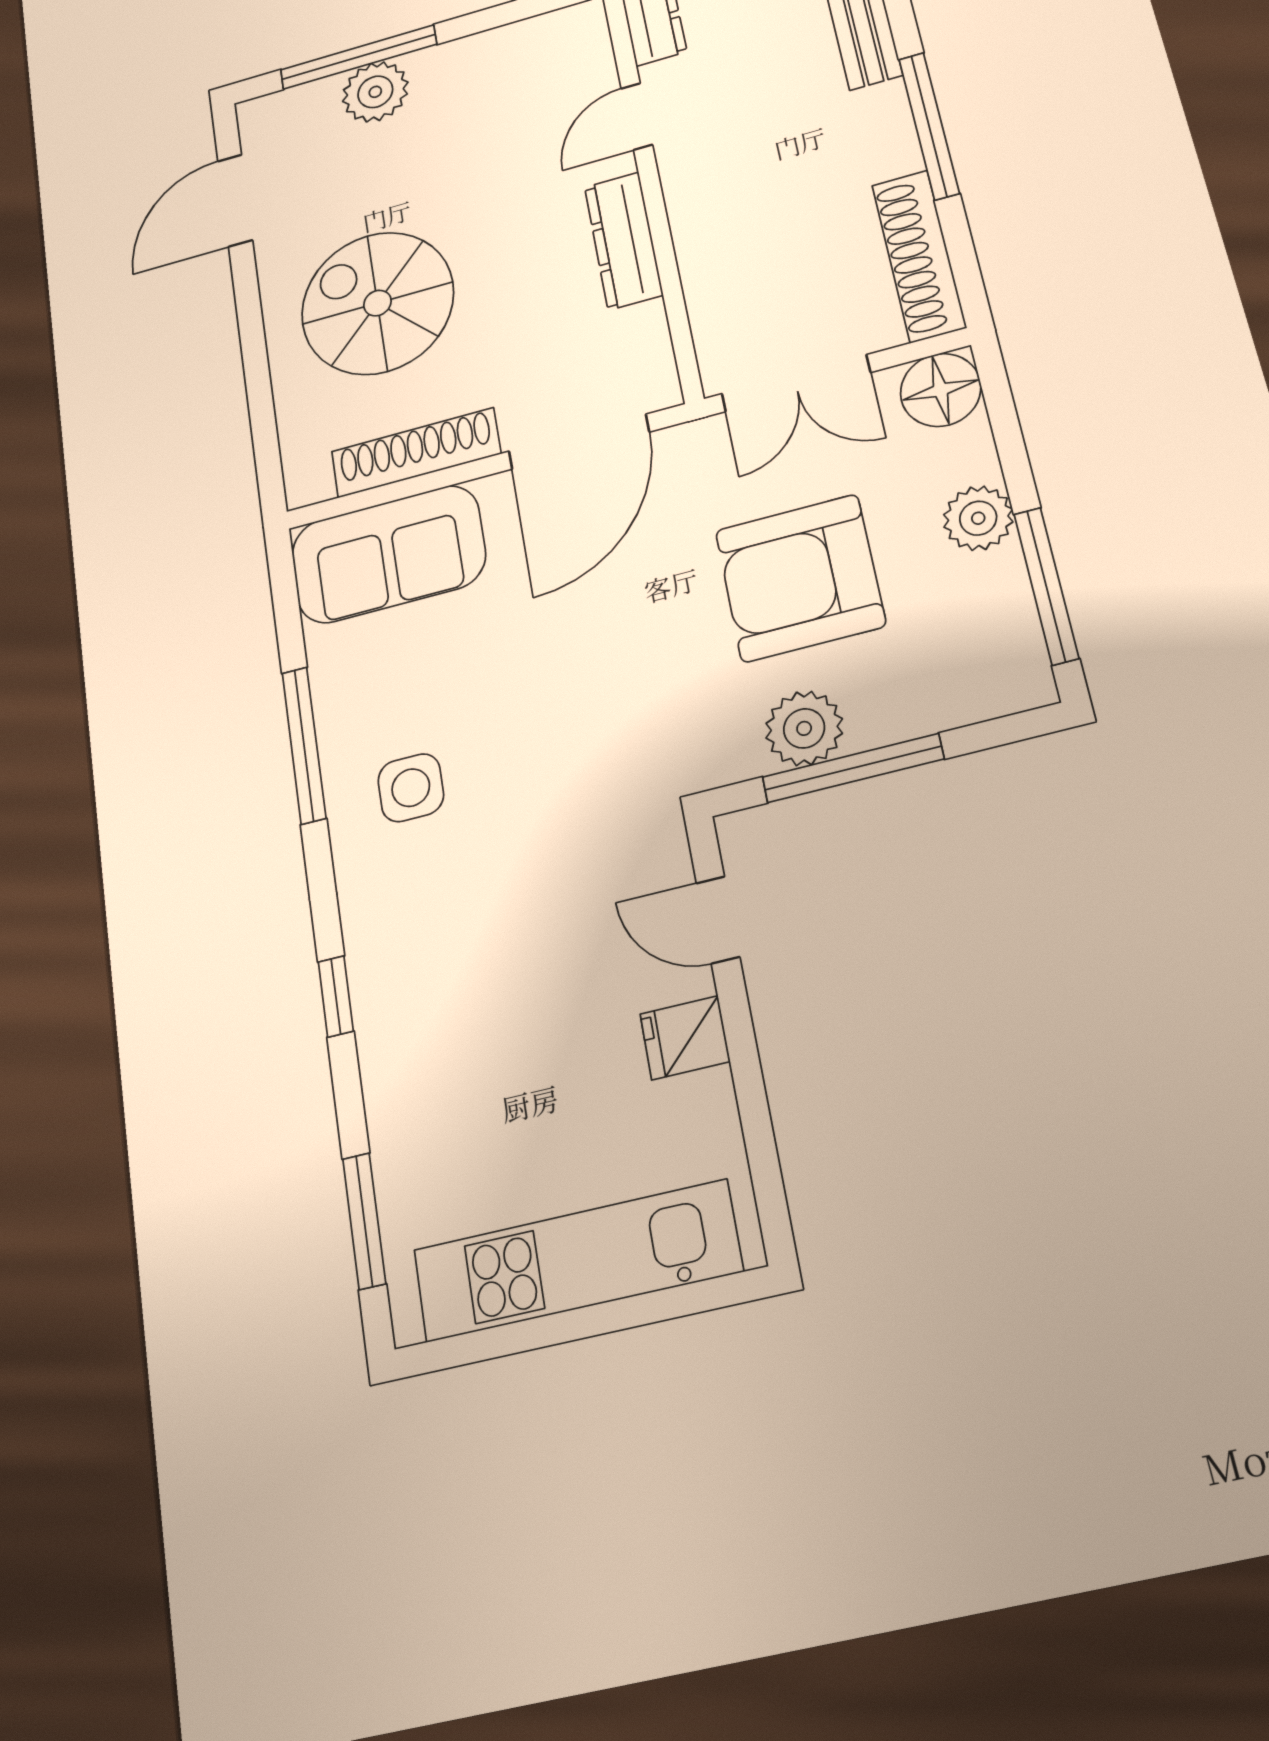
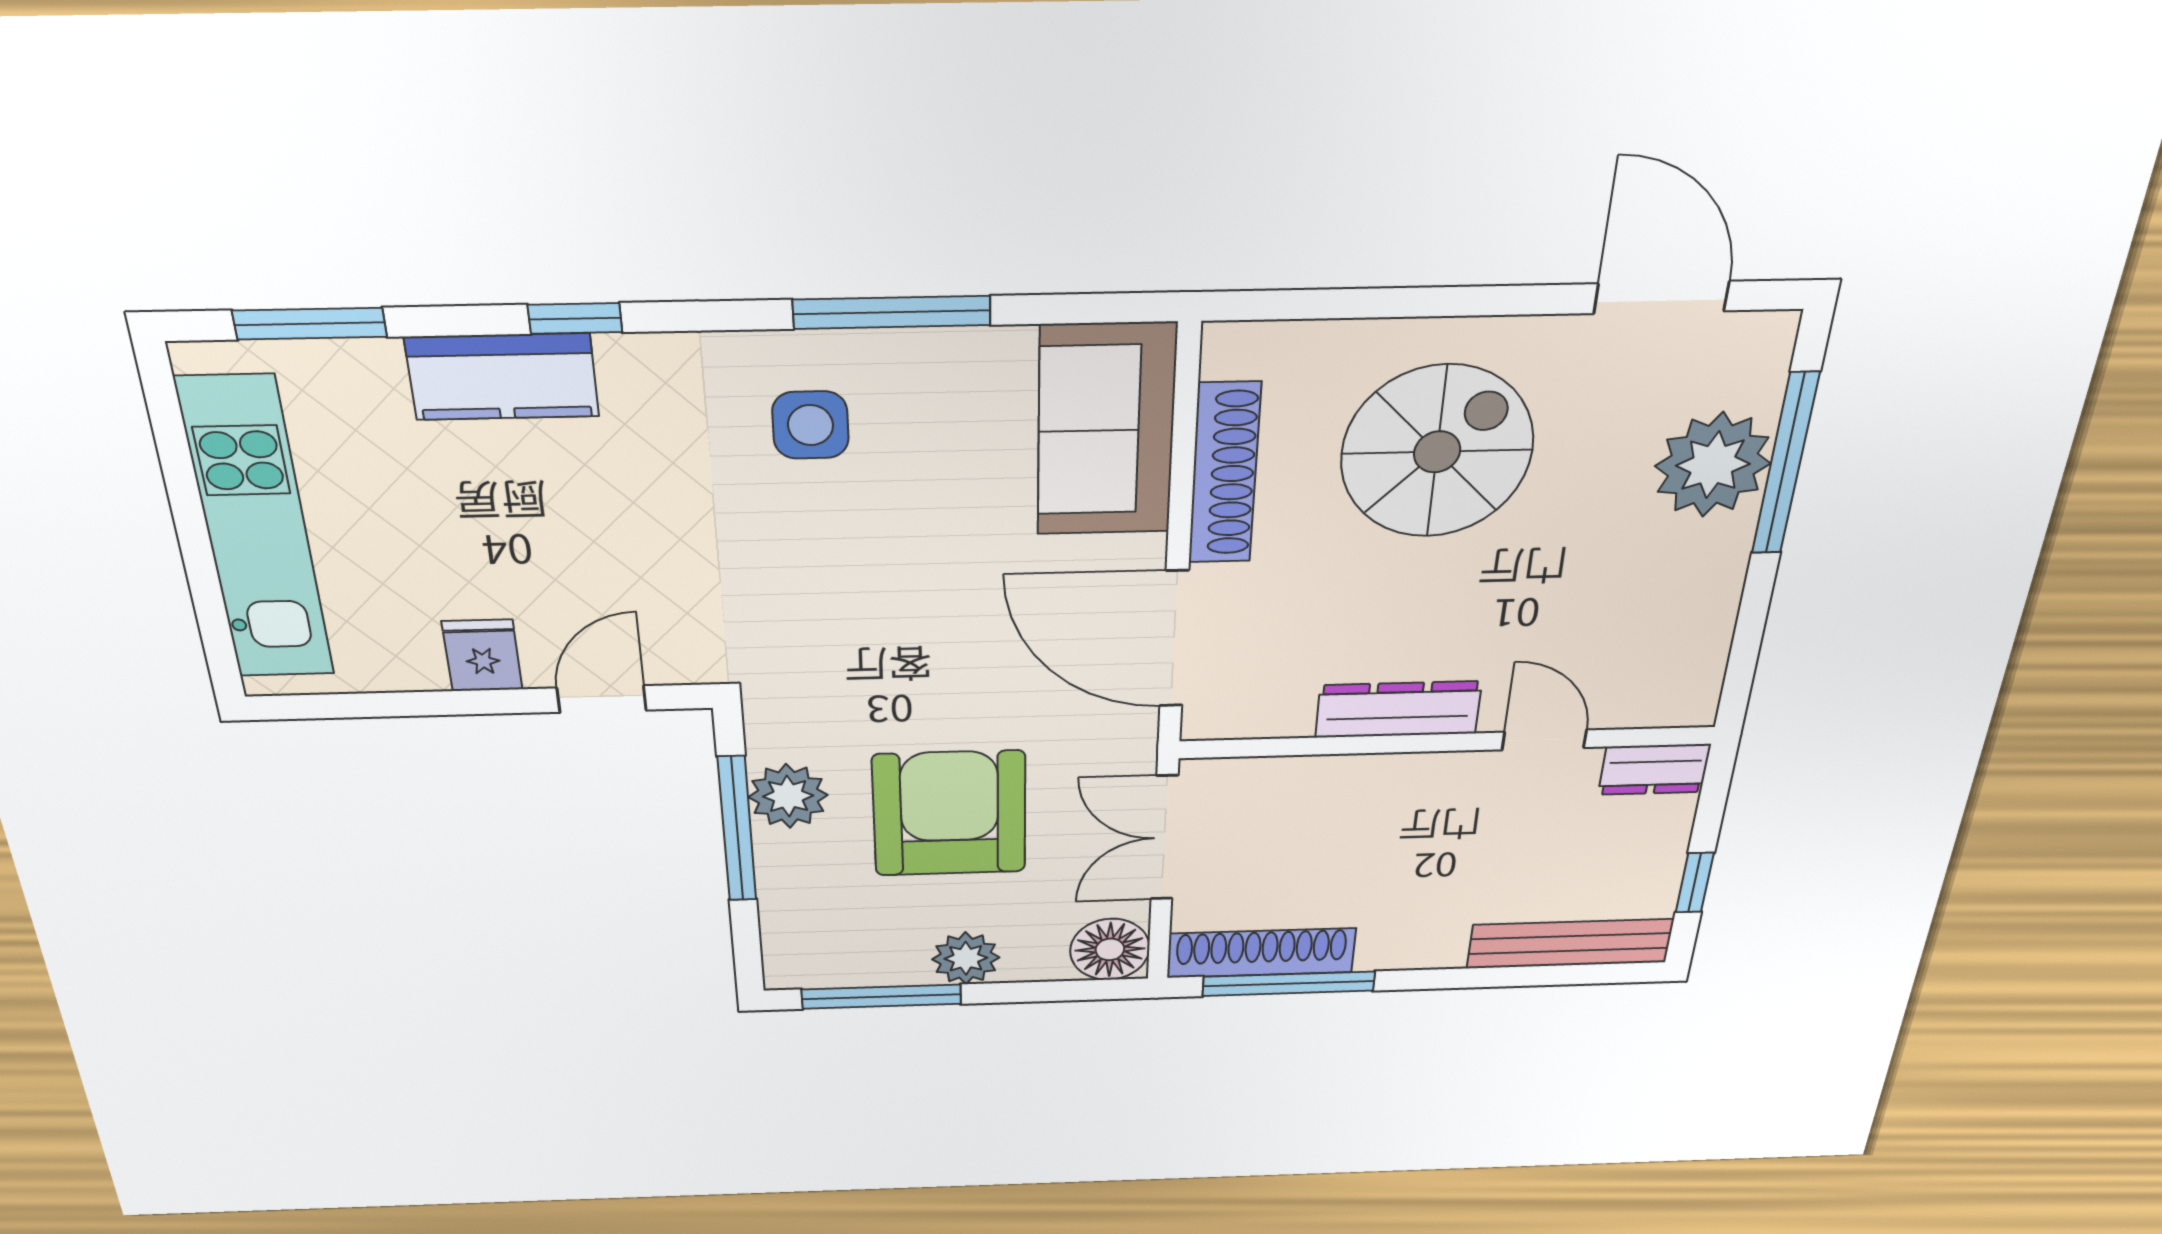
plant: (375, 92) -> (1713, 465), width x1.36, depth x1.36
window: (929, 126) -> (1289, 984), moved
kitchen counter: (395, 1051) -> (502, 377), added

